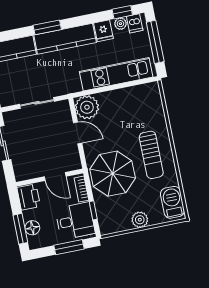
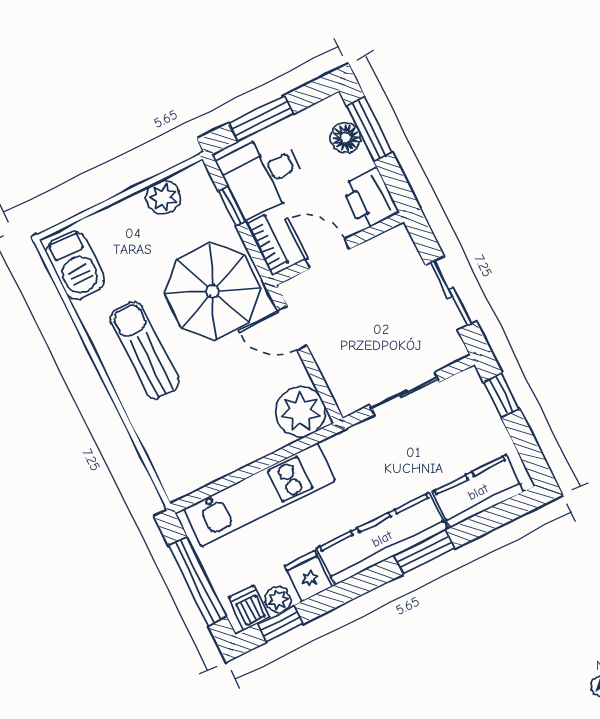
door: (78, 133) -> (292, 328), moved
plant: (140, 220) -> (163, 197), moved

